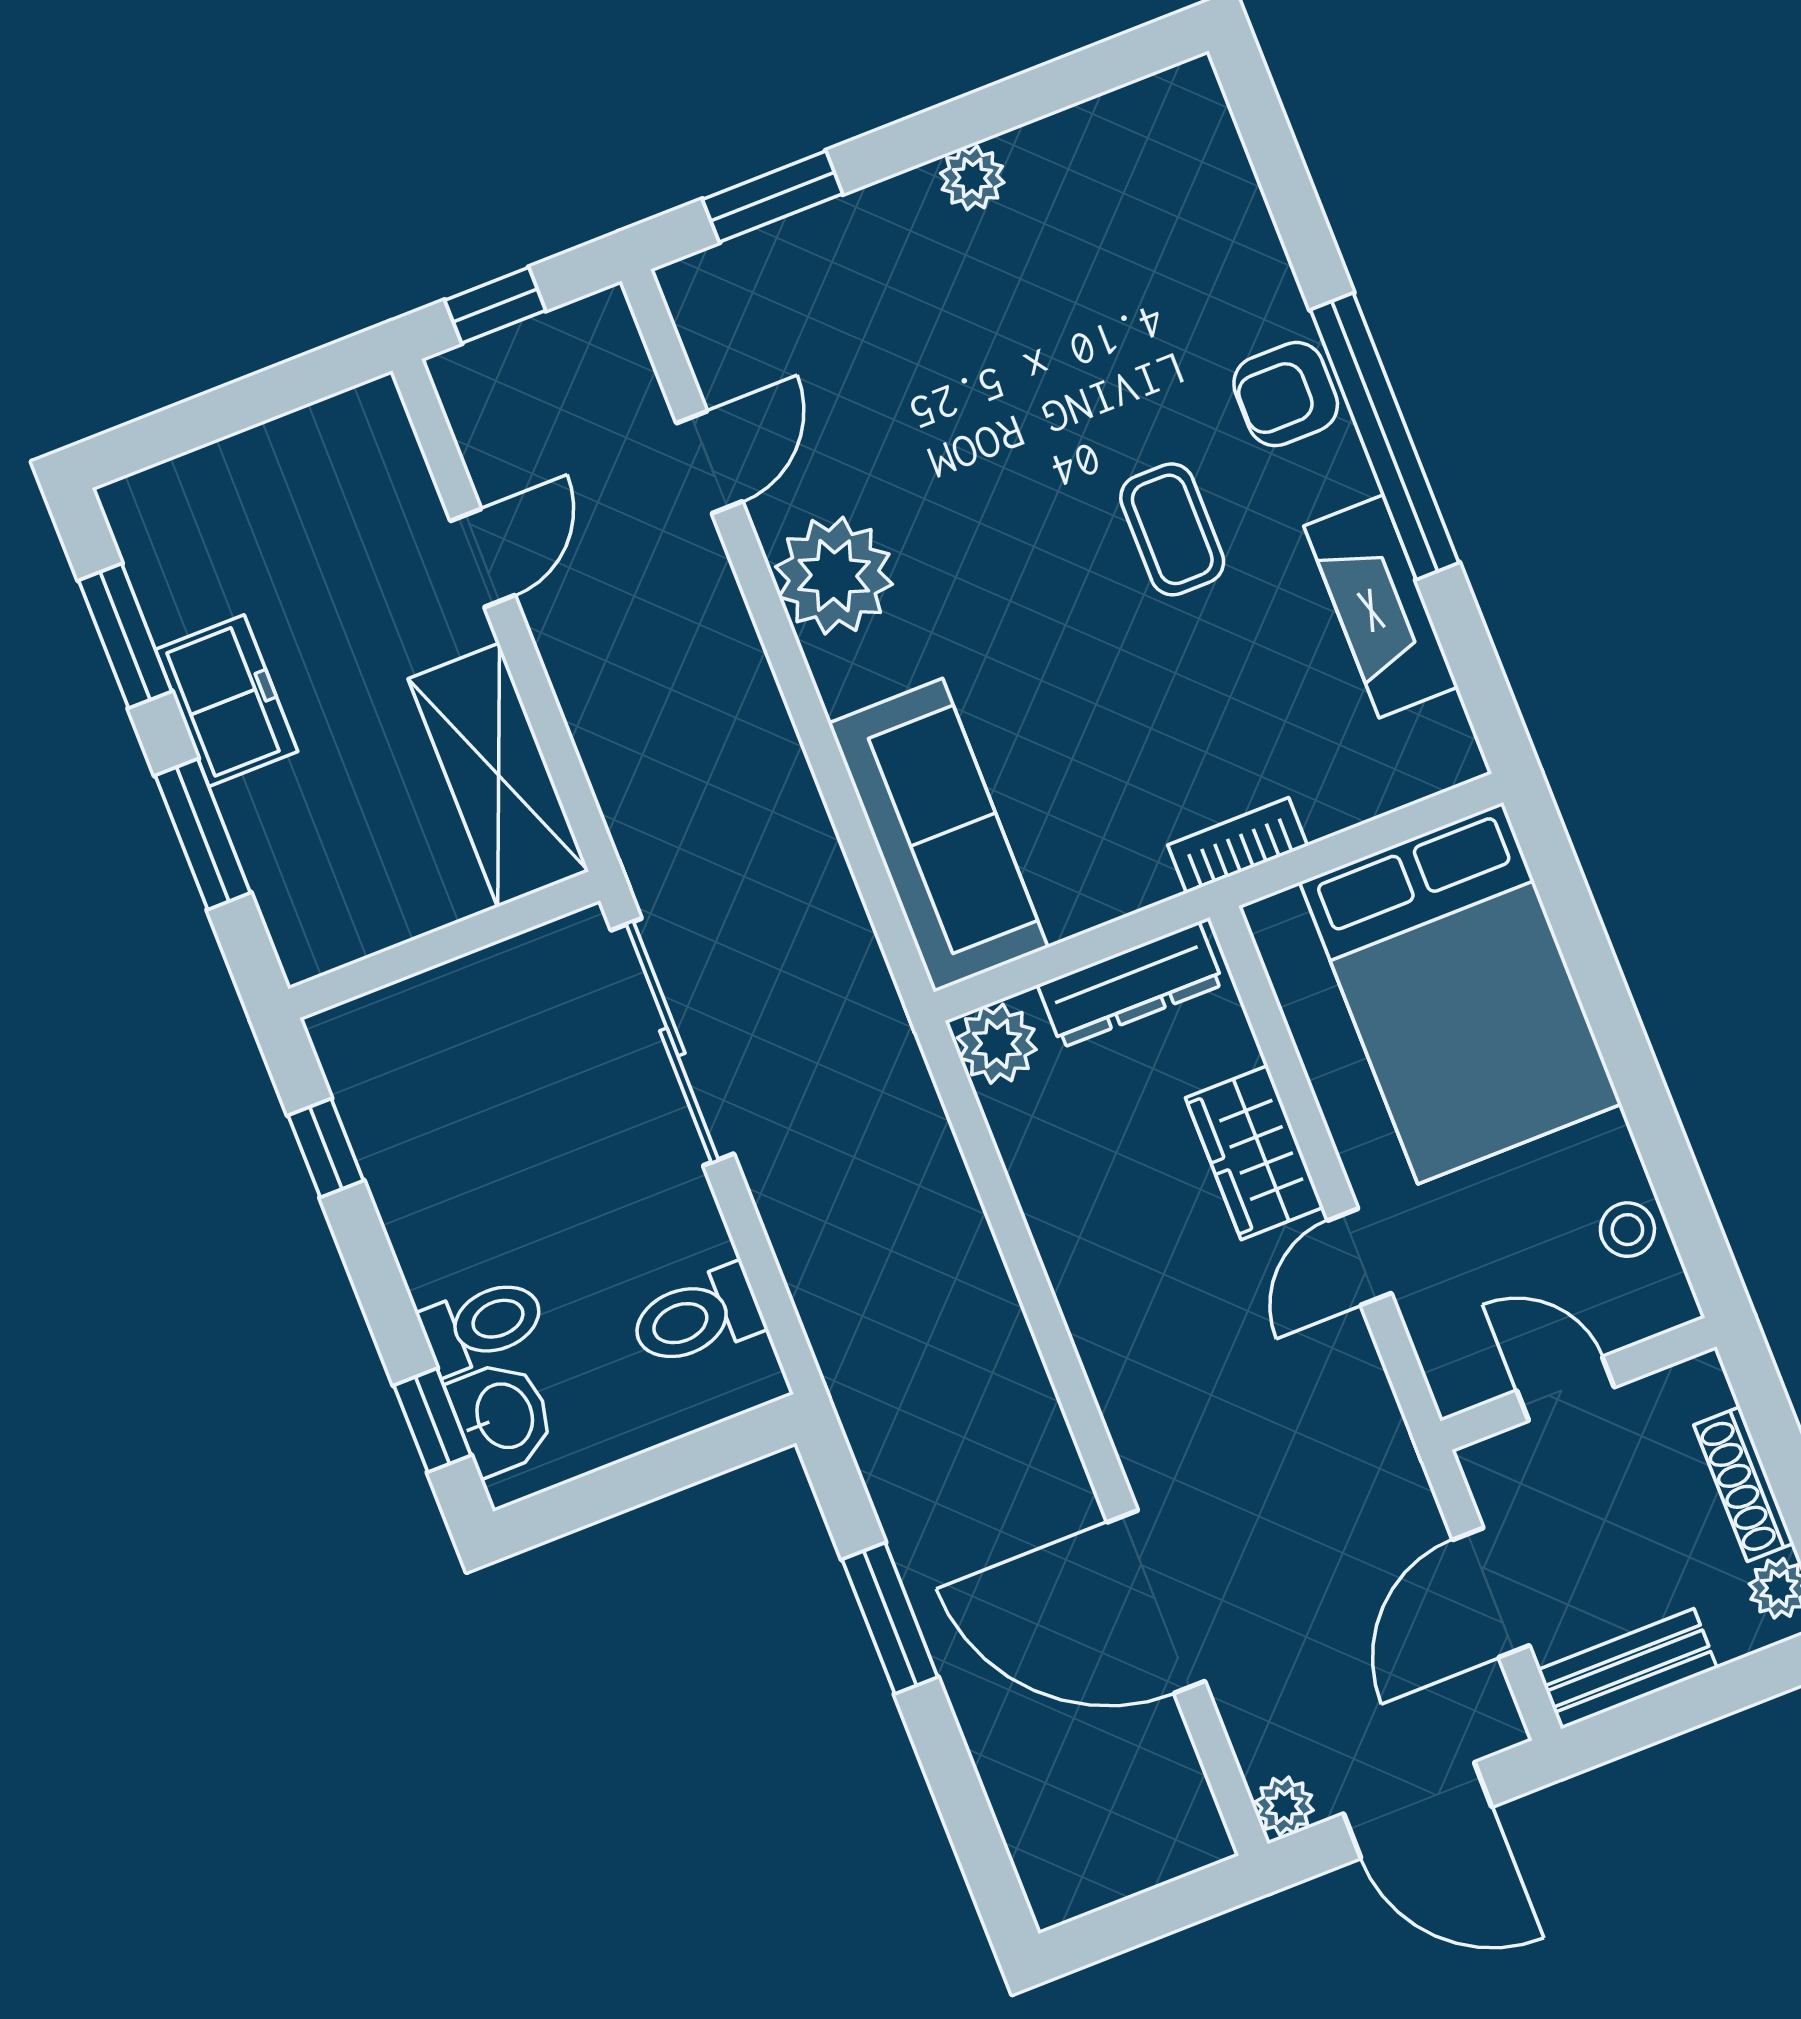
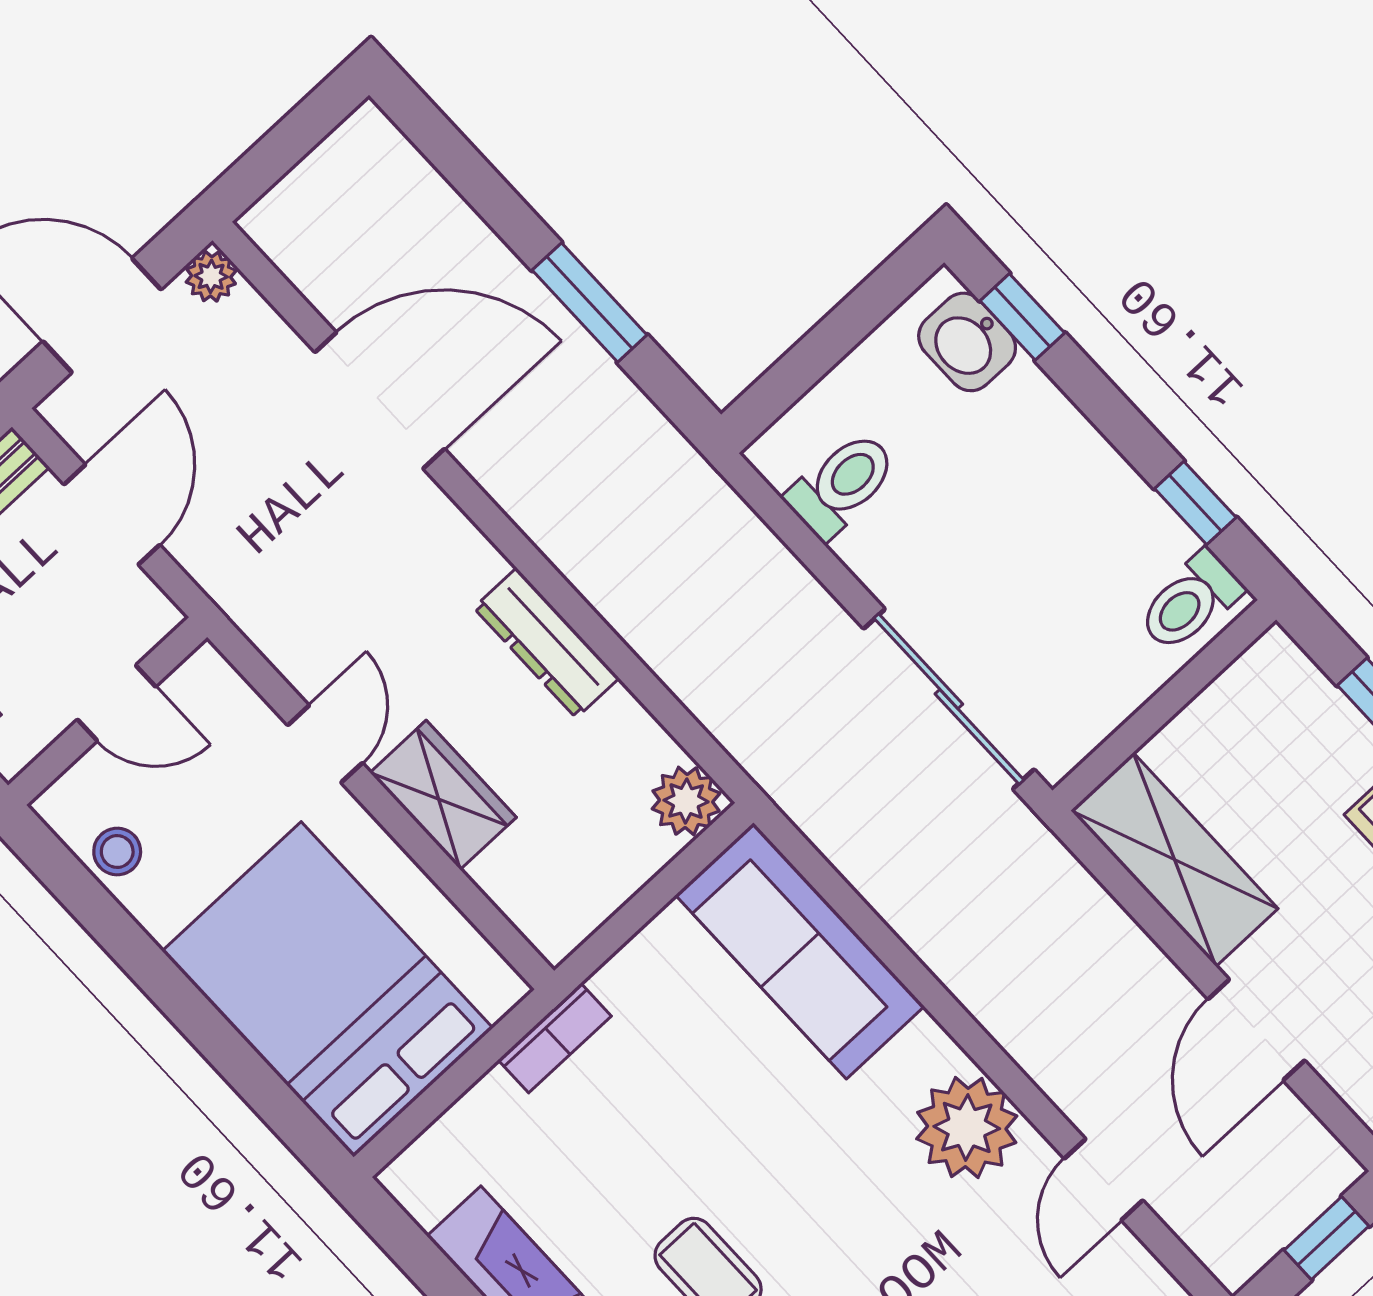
door: (483, 558) -> (1256, 1030), width x1.38
dresser: (1130, 985) -> (546, 643), moved, turned -90
toilet: (483, 1325) -> (1190, 602), moved

